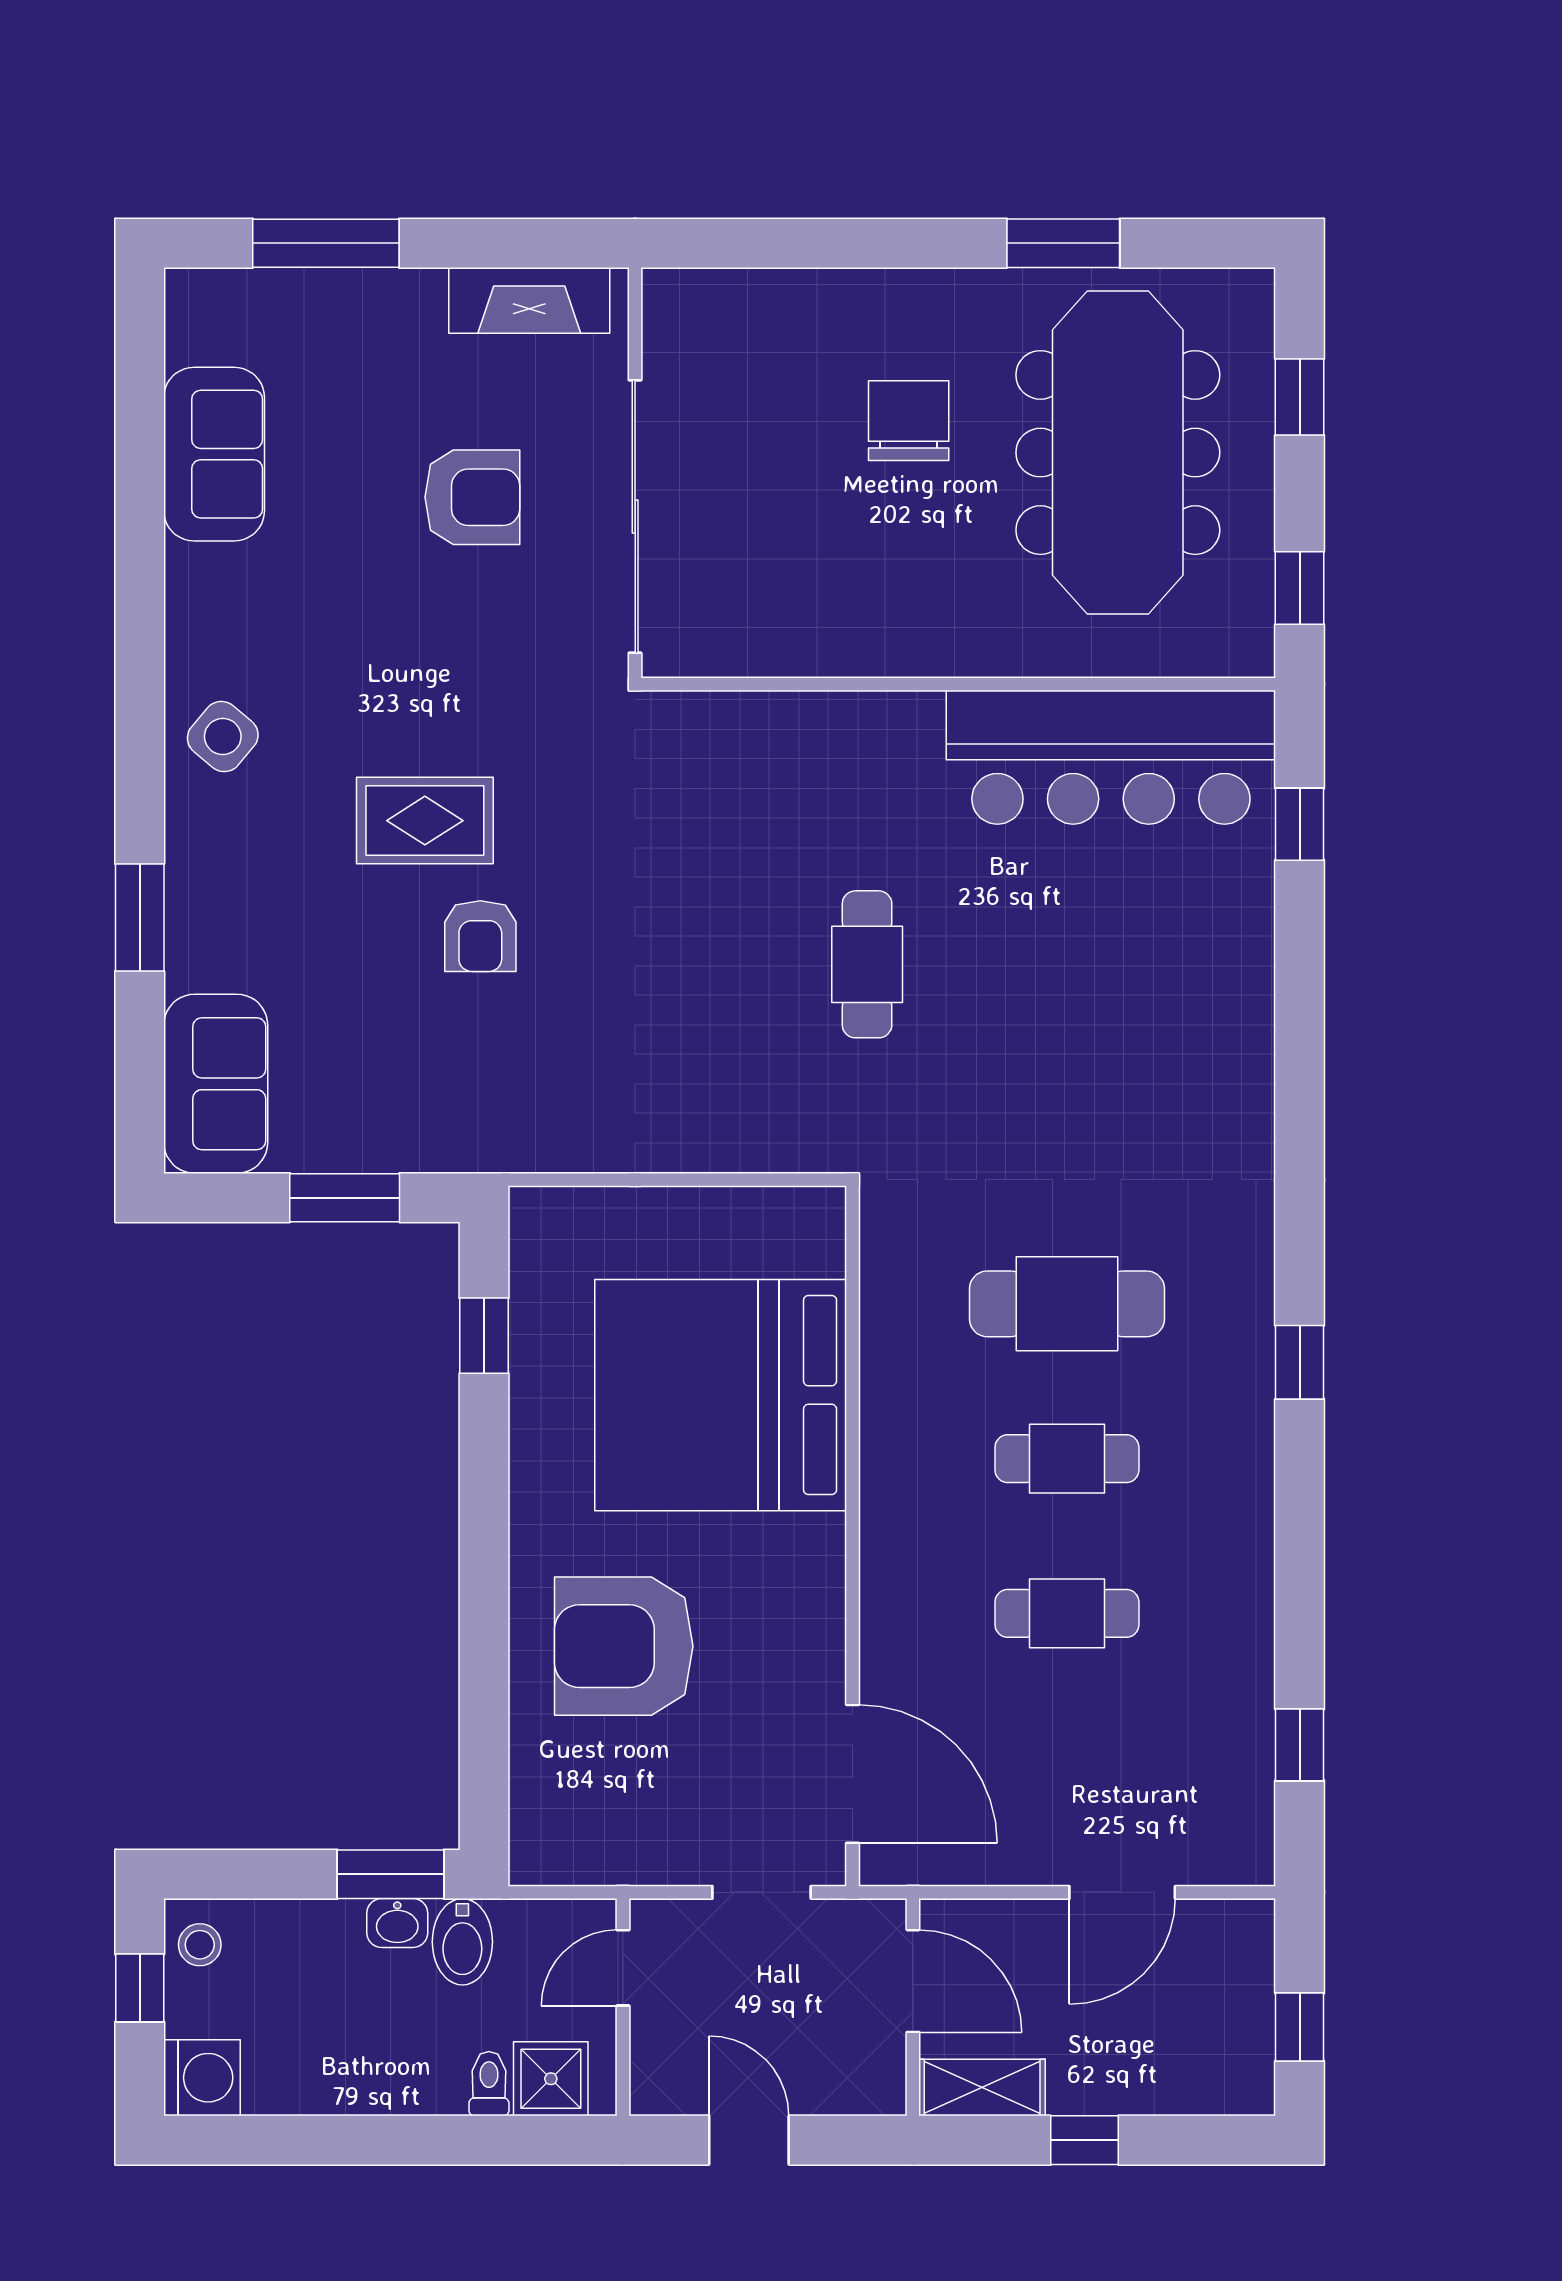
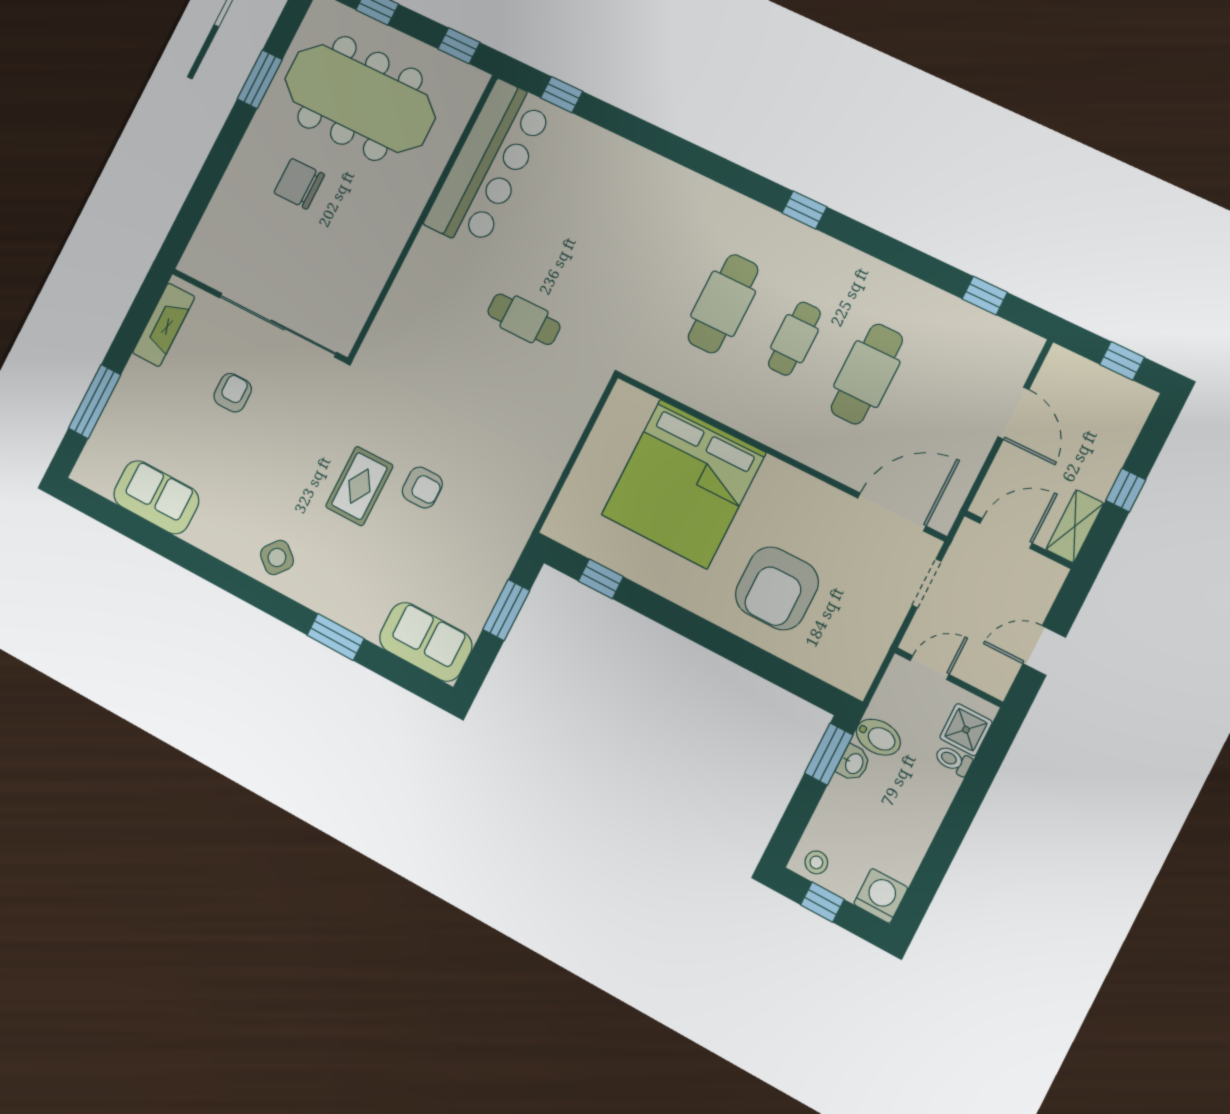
armchair: (472, 497) -> (233, 393), width x0.72, depth x0.72
cafe table: (1067, 1613) -> (867, 374), width x1.37, depth x1.35
door: (623, 1968) -> (930, 668), swing flipped

